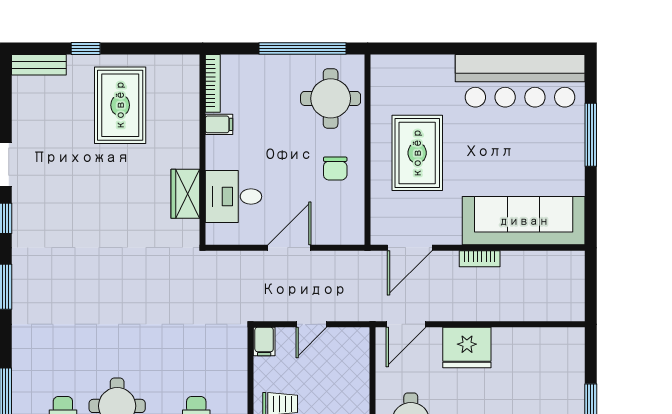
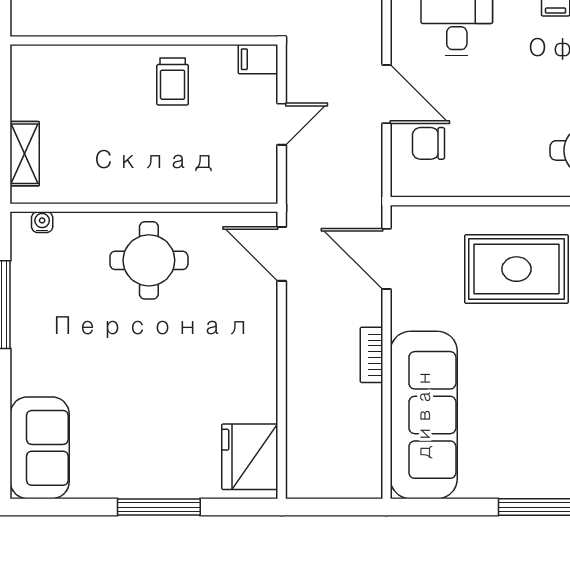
chair: (335, 169) -> (428, 143), moved
door: (311, 324) -> (282, 124), swing flipped
fridge: (467, 347) -> (250, 457), moved

